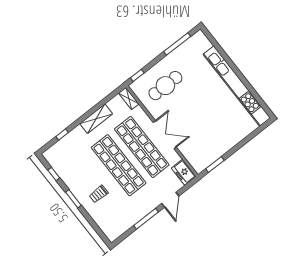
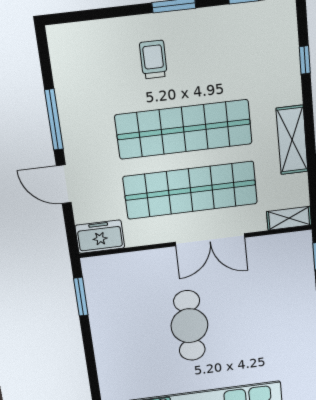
cafe table: (165, 86) -> (189, 326), moved
double door: (165, 135) -> (210, 240), moved

